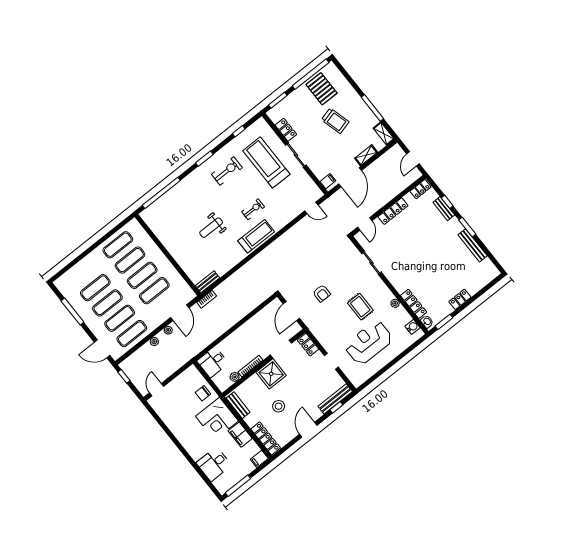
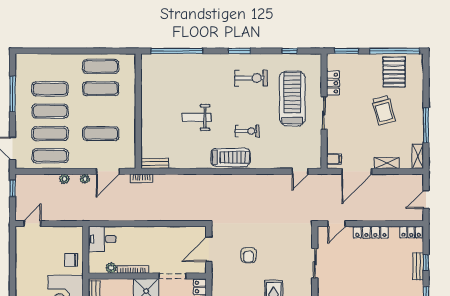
door: (311, 208) -> (300, 171), hinge flipped
exercise mat: (142, 275) -> (101, 111), removed

